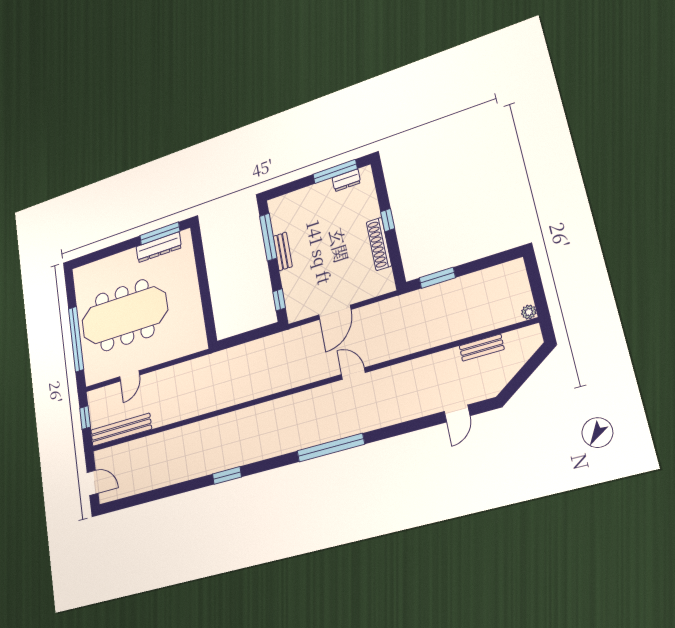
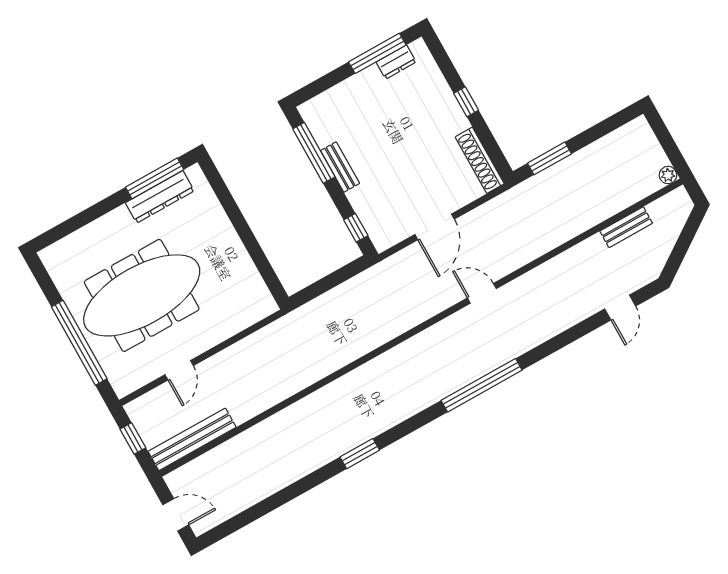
shoe rack: (379, 244) -> (480, 160), moved

